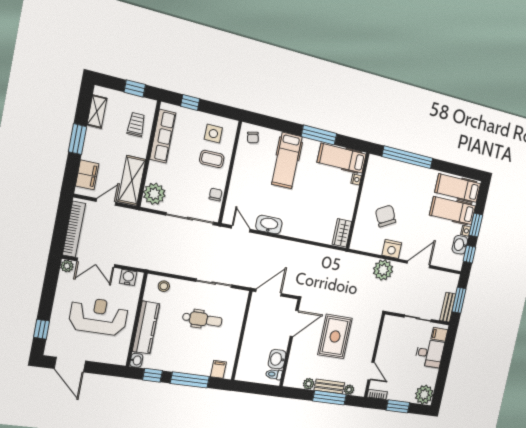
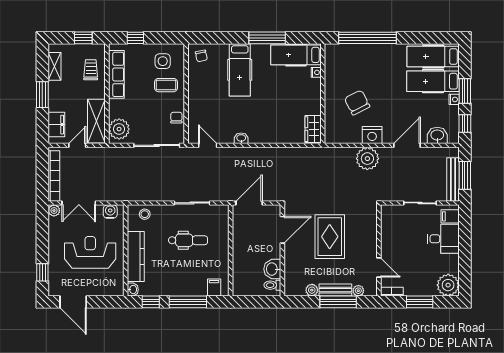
washbasin: (269, 225) -> (241, 138), width x0.52, depth x0.69
washbasin: (460, 245) -> (437, 135), moved, turned 90
bench: (448, 307) -> (453, 179), width x1.36

